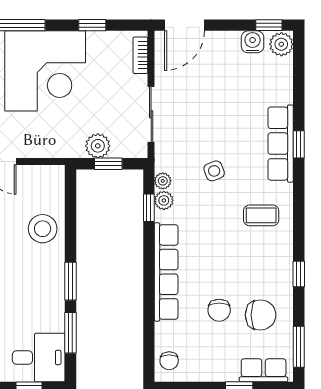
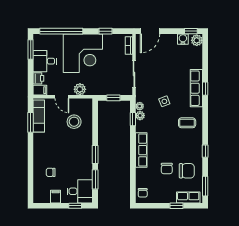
plant: (98, 146) -> (80, 89), moved
stool: (43, 229) -> (74, 122), moved
row of seats: (166, 272) -> (141, 150), width x0.73

